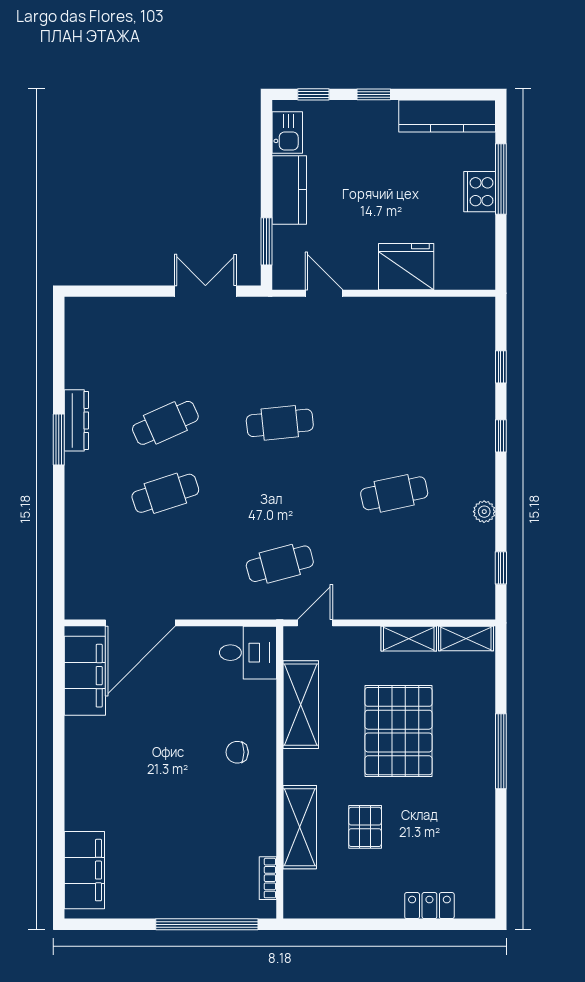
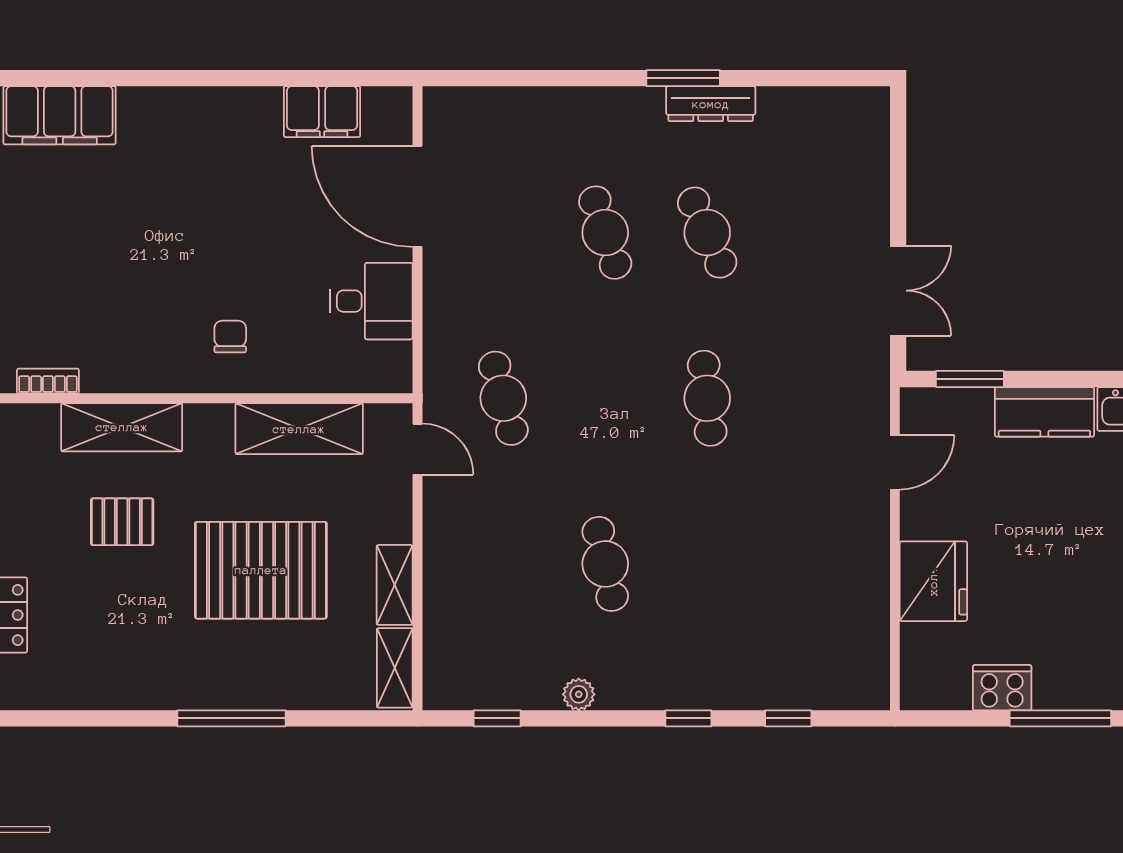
cooker: (480, 192) -> (1002, 688), moved
desk: (248, 653) -> (371, 301), moved, turned -90
filing cabinet: (85, 676) -> (322, 112), width x0.67, depth x0.86

